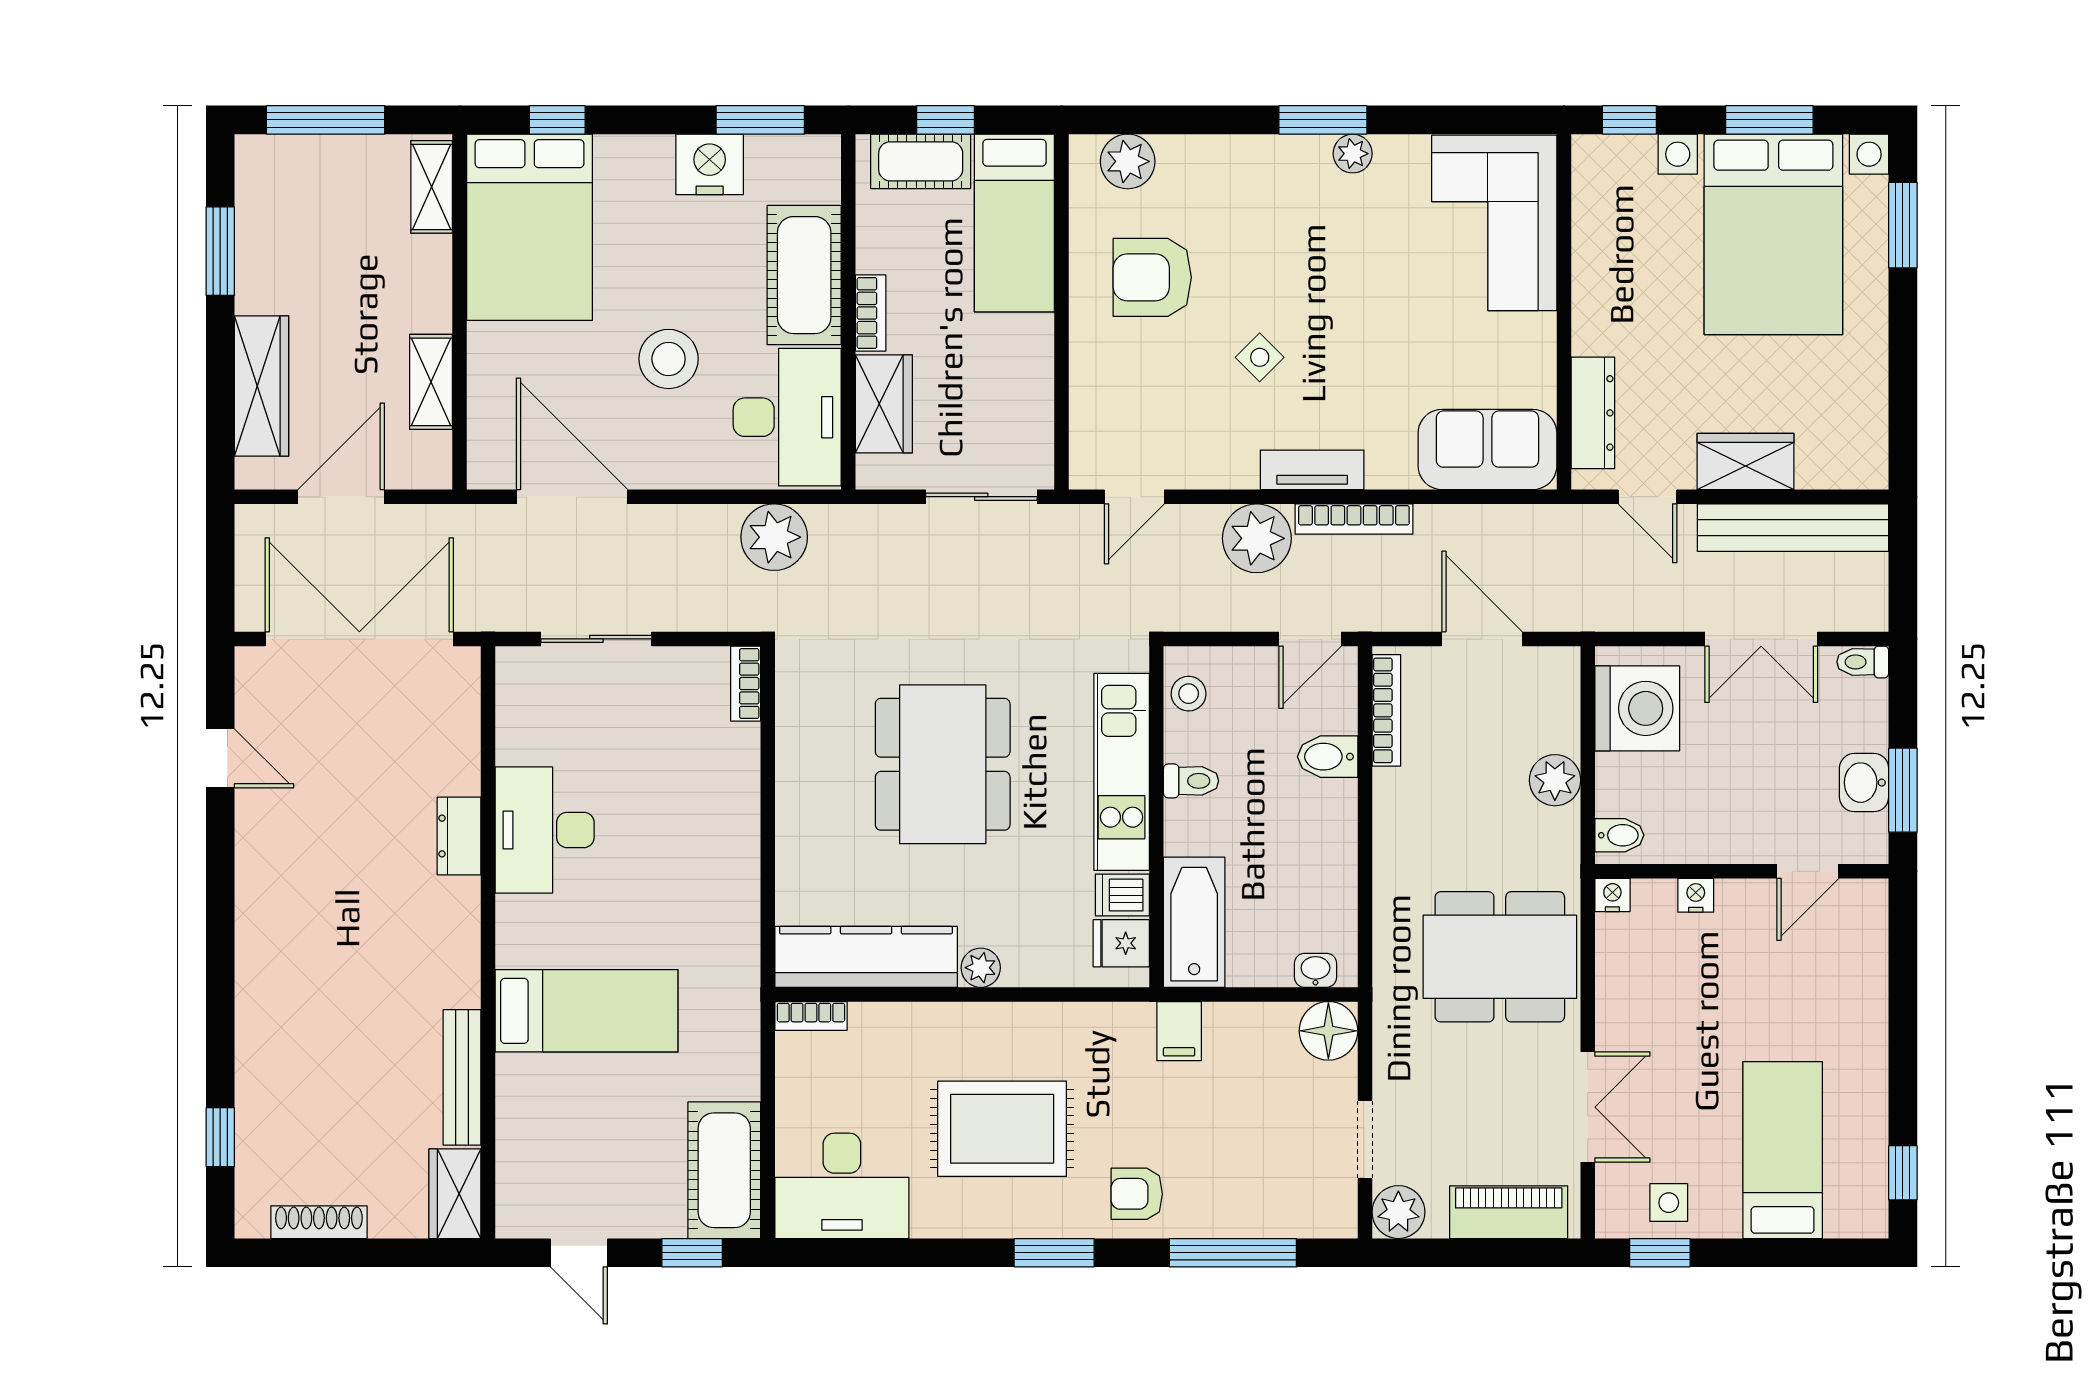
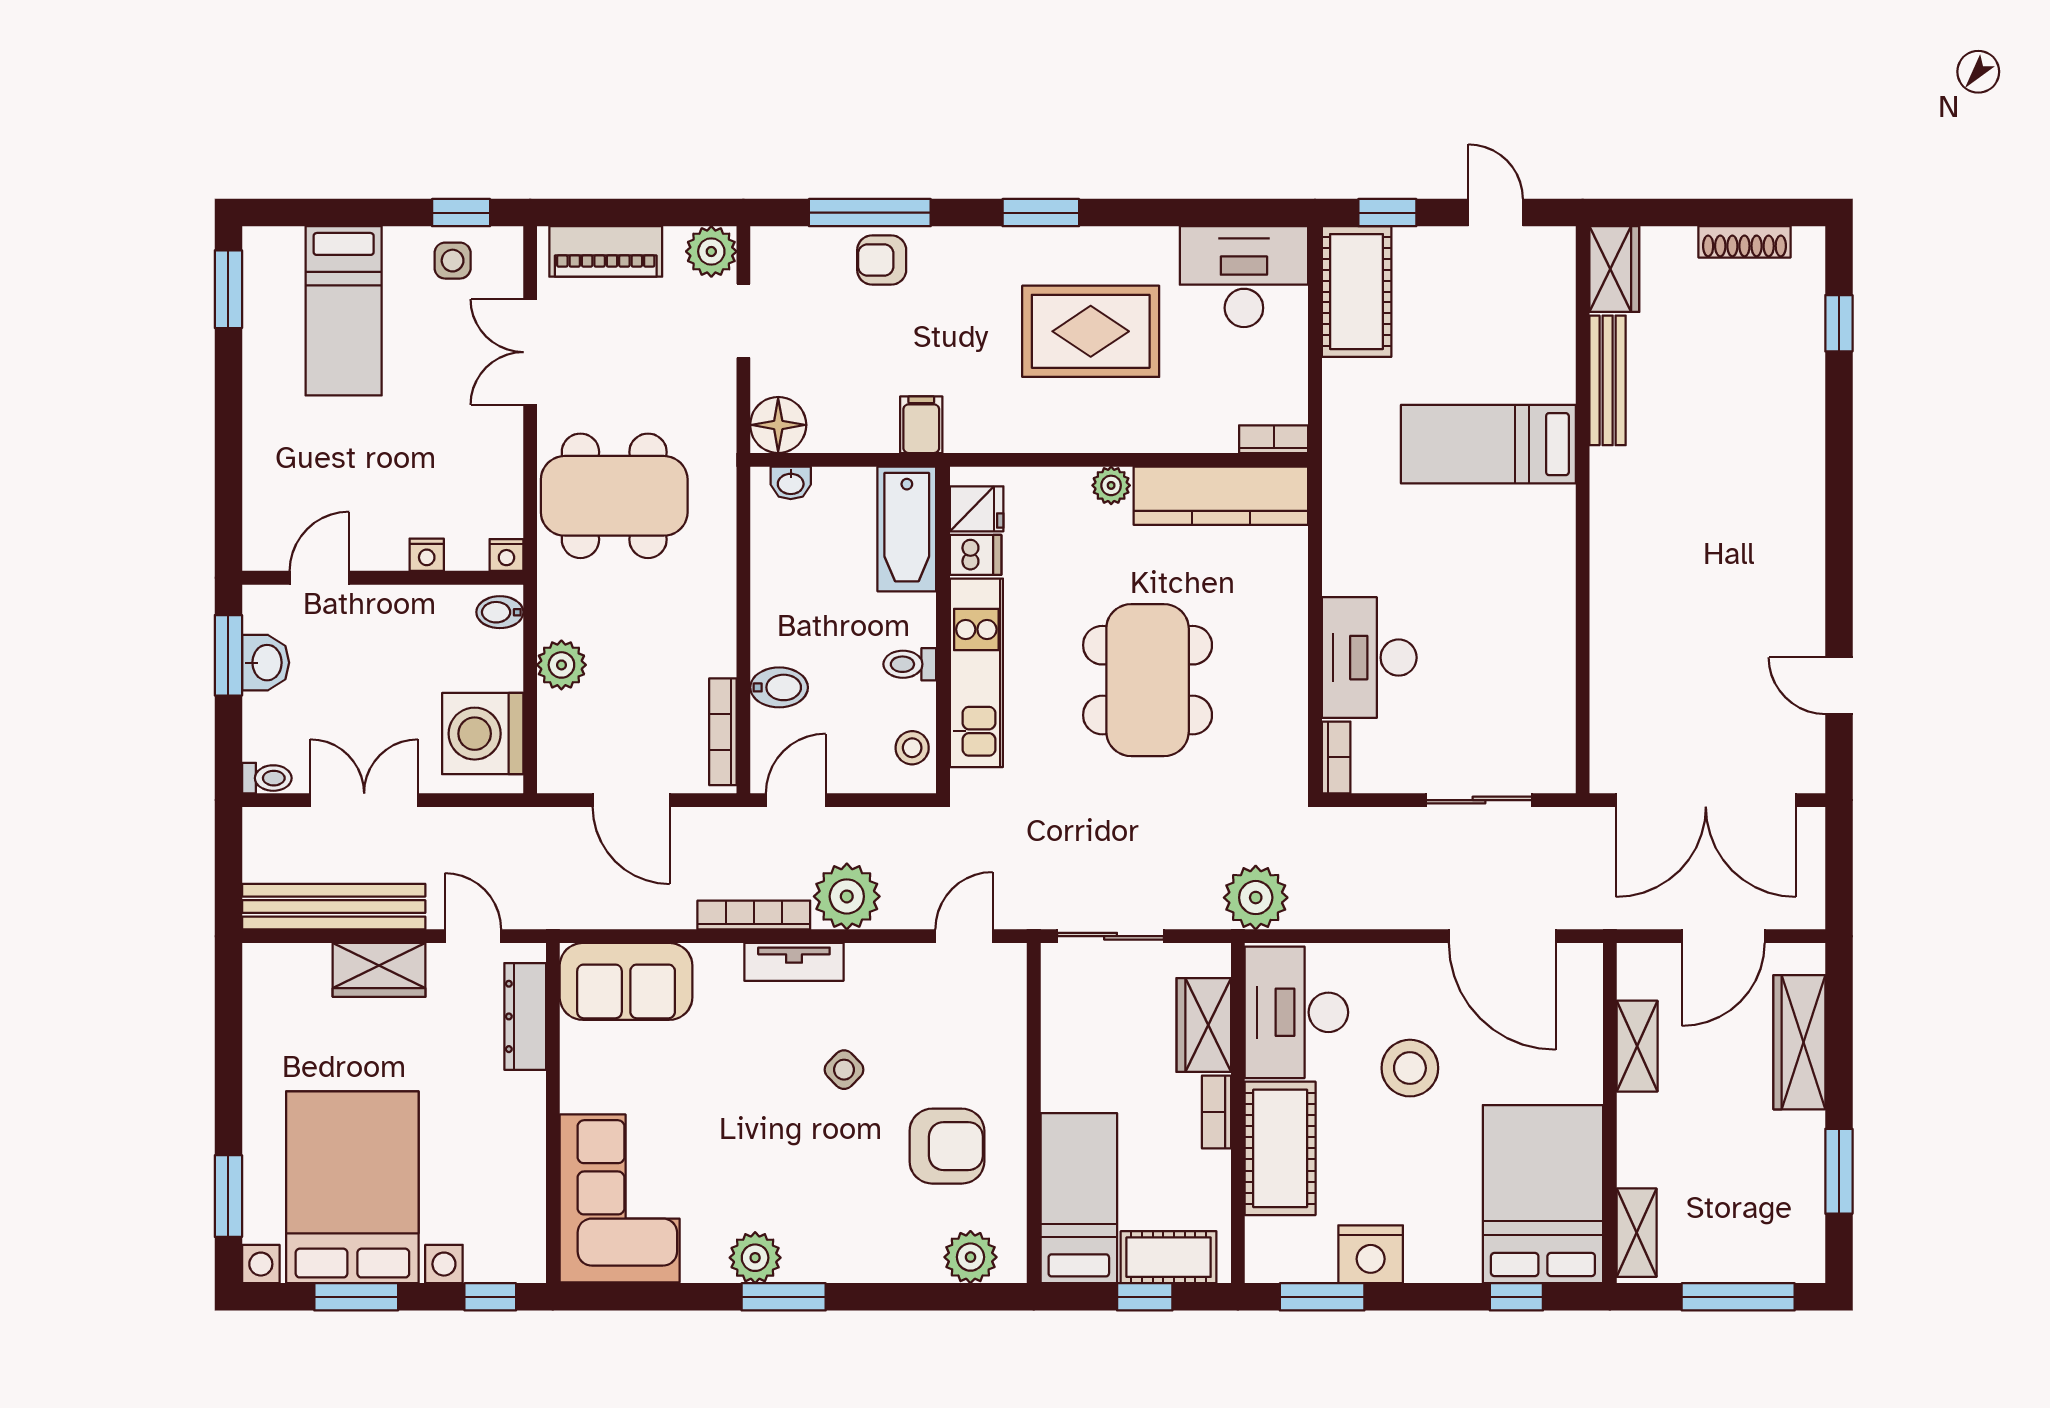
plant: (1353, 154) -> (755, 1258), width x1.38, depth x1.38
plant: (774, 537) -> (1256, 898), moved
desk: (545, 830) -> (1369, 658), moved, turned 180
dresser: (459, 836) -> (1610, 611), removed
window: (1903, 1173) -> (228, 289), width x1.50
armchair: (1137, 1194) -> (882, 260), moved, turned 180

